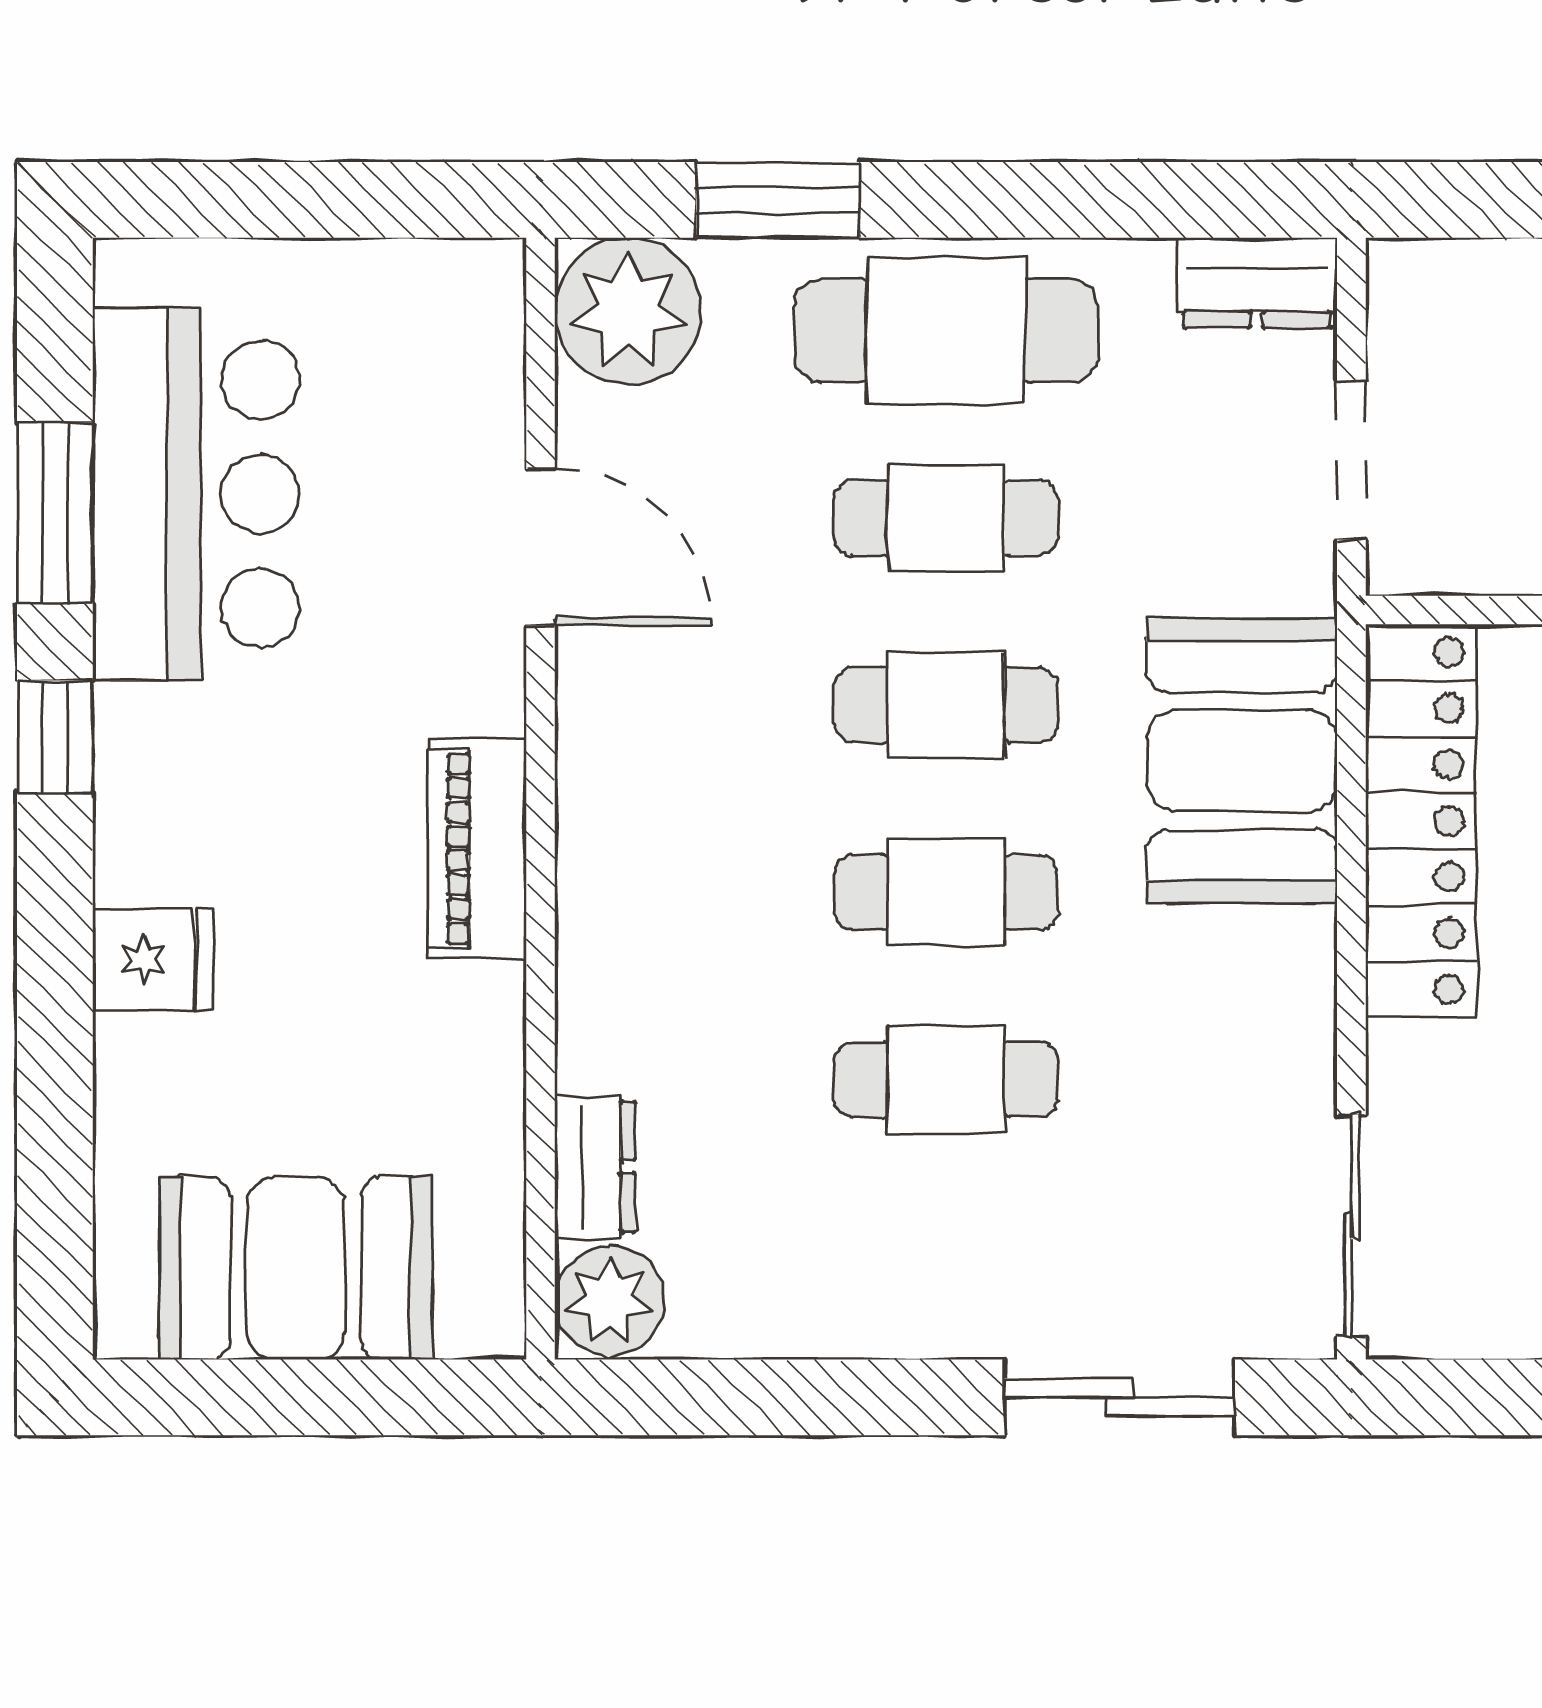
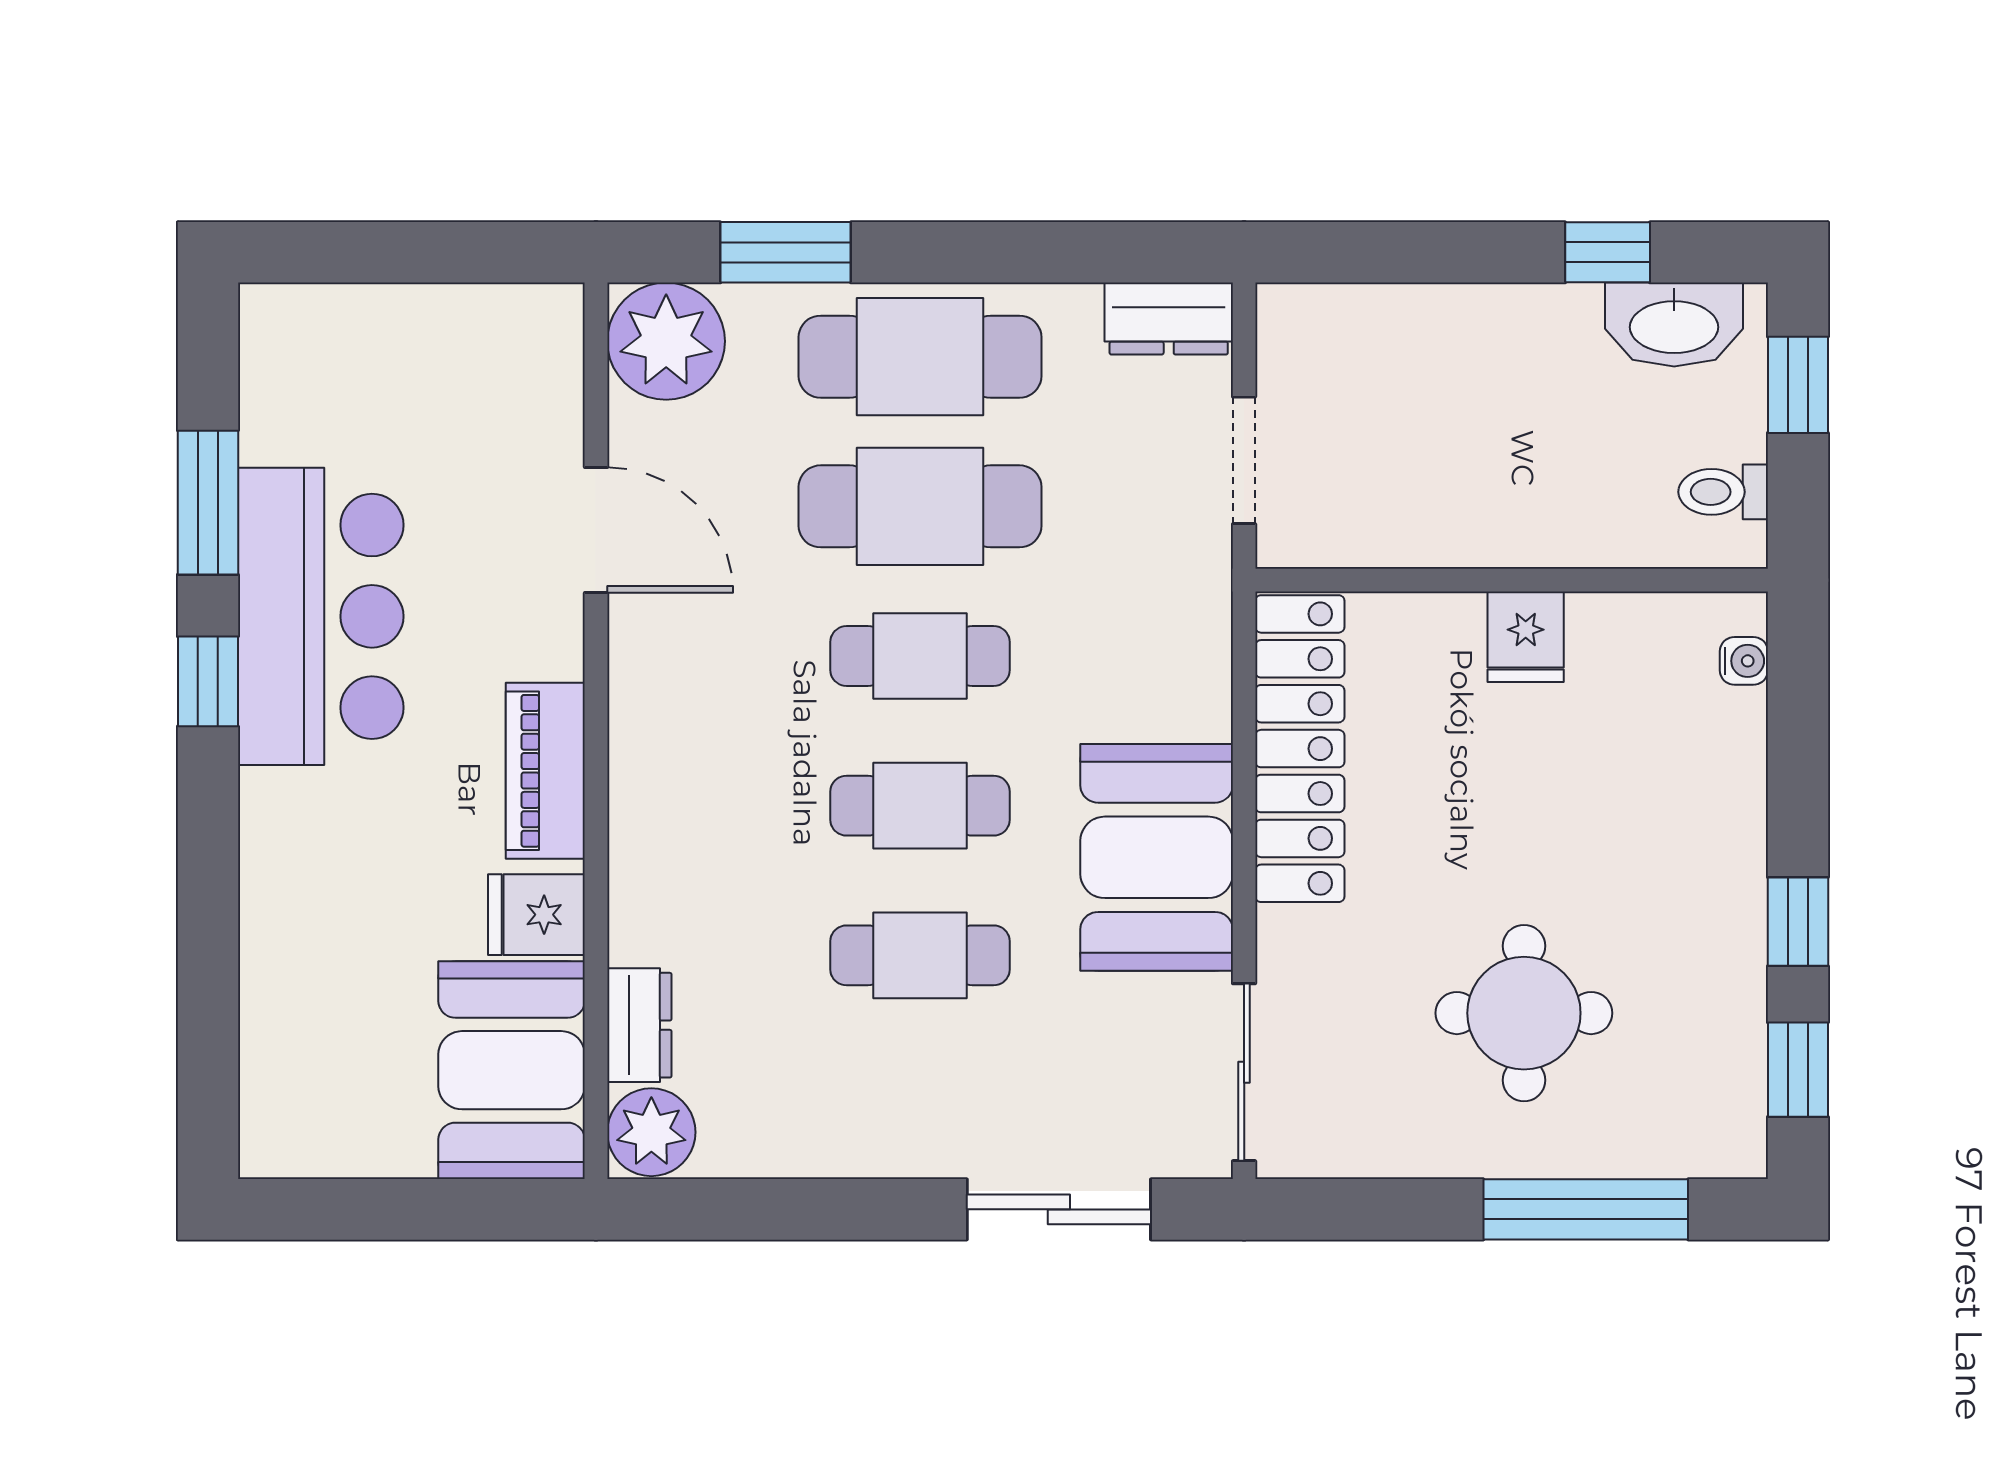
bar counter: (196, 494) -> (321, 616), moved
cafe table: (946, 518) -> (920, 506), width x1.37, depth x1.35
booth: (1242, 761) -> (1157, 857), moved
fridge: (153, 959) -> (536, 915), moved, turned 180
booth: (296, 1268) -> (512, 1070), moved, turned 90

